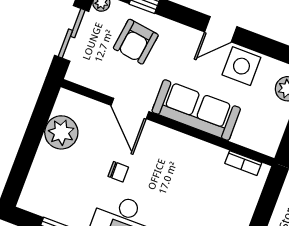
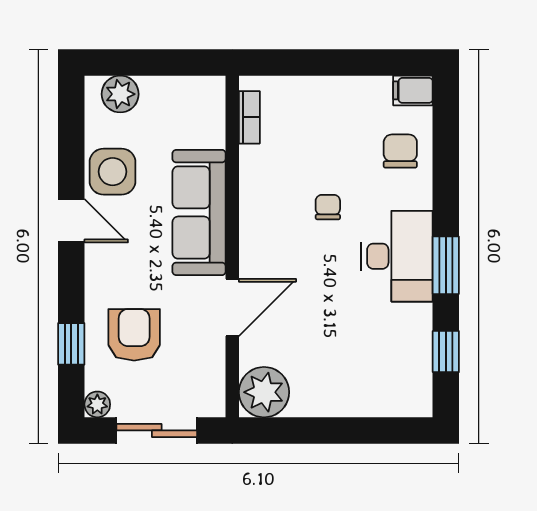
armchair: (136, 42) -> (134, 335), turned -98
plant: (61, 132) -> (264, 392), moved
chair: (118, 172) -> (328, 207), moved

